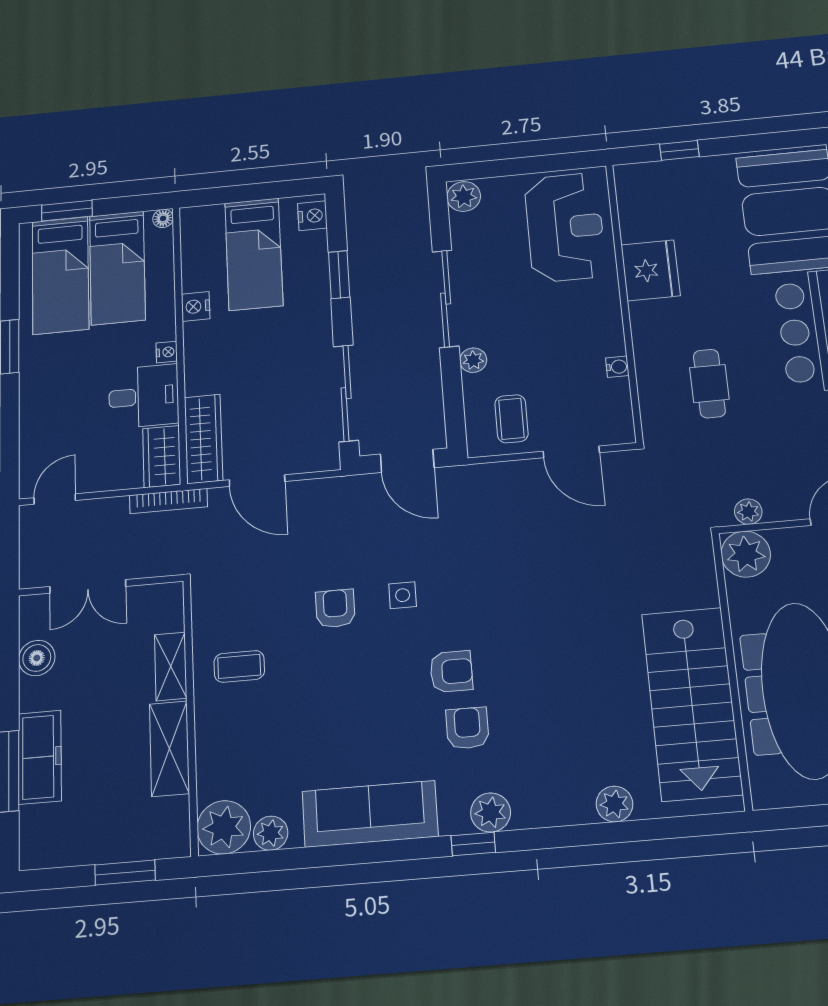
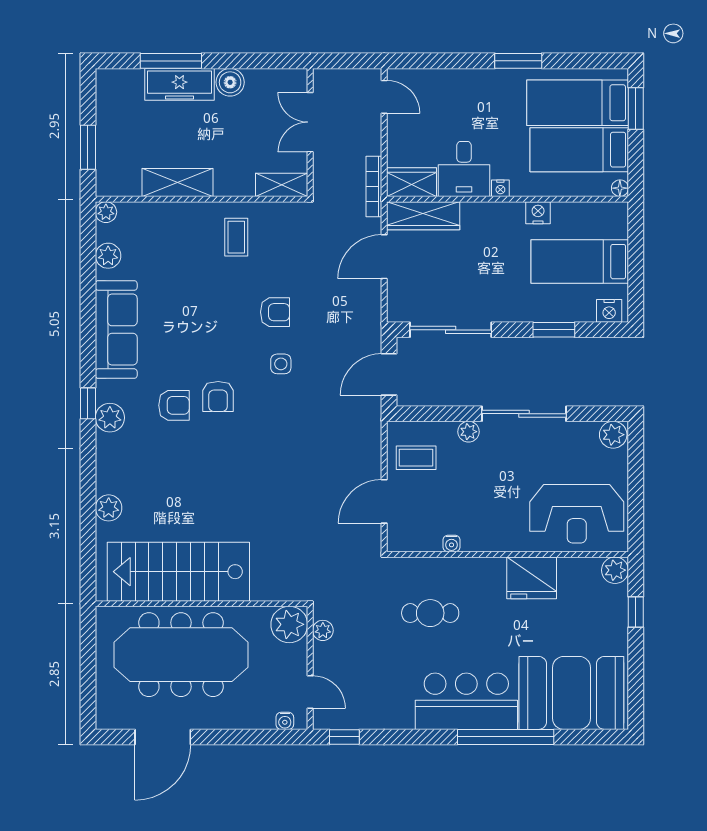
plant: (630, 178) -> (615, 570), added
boiler: (37, 658) -> (230, 82), moved
shelving: (171, 666) -> (282, 185), moved
plant: (224, 827) -> (106, 212), width x0.53, depth x0.53

